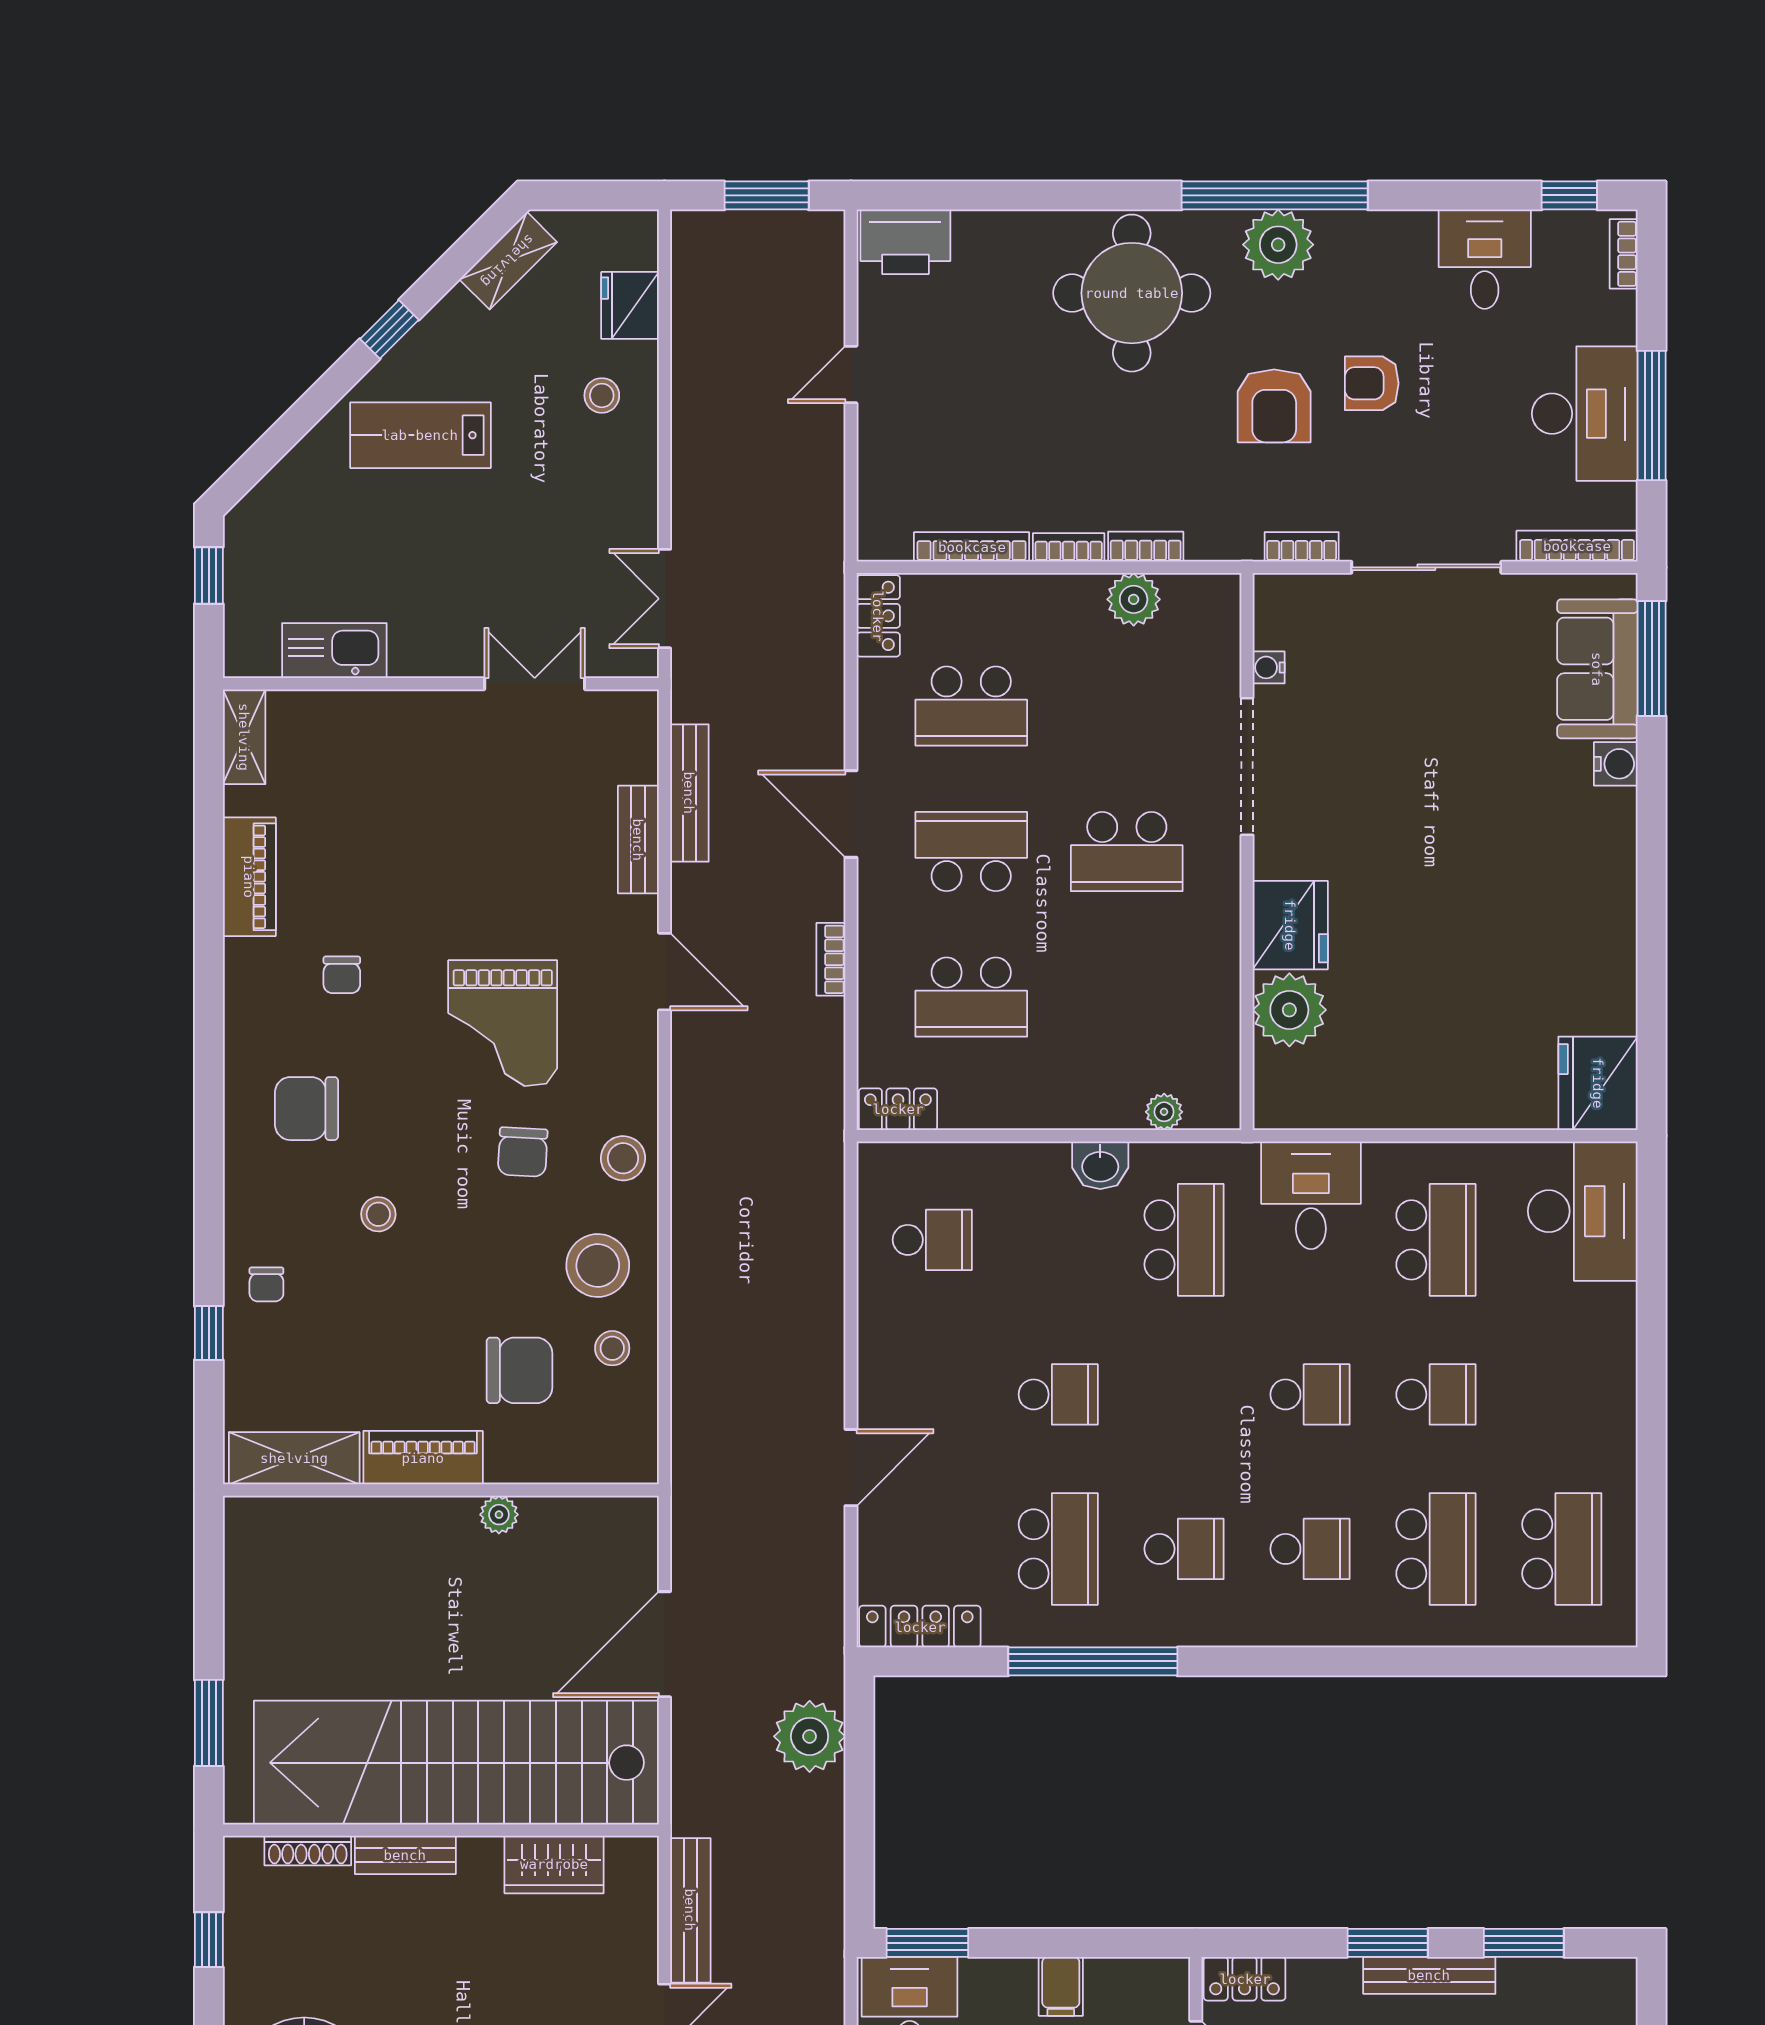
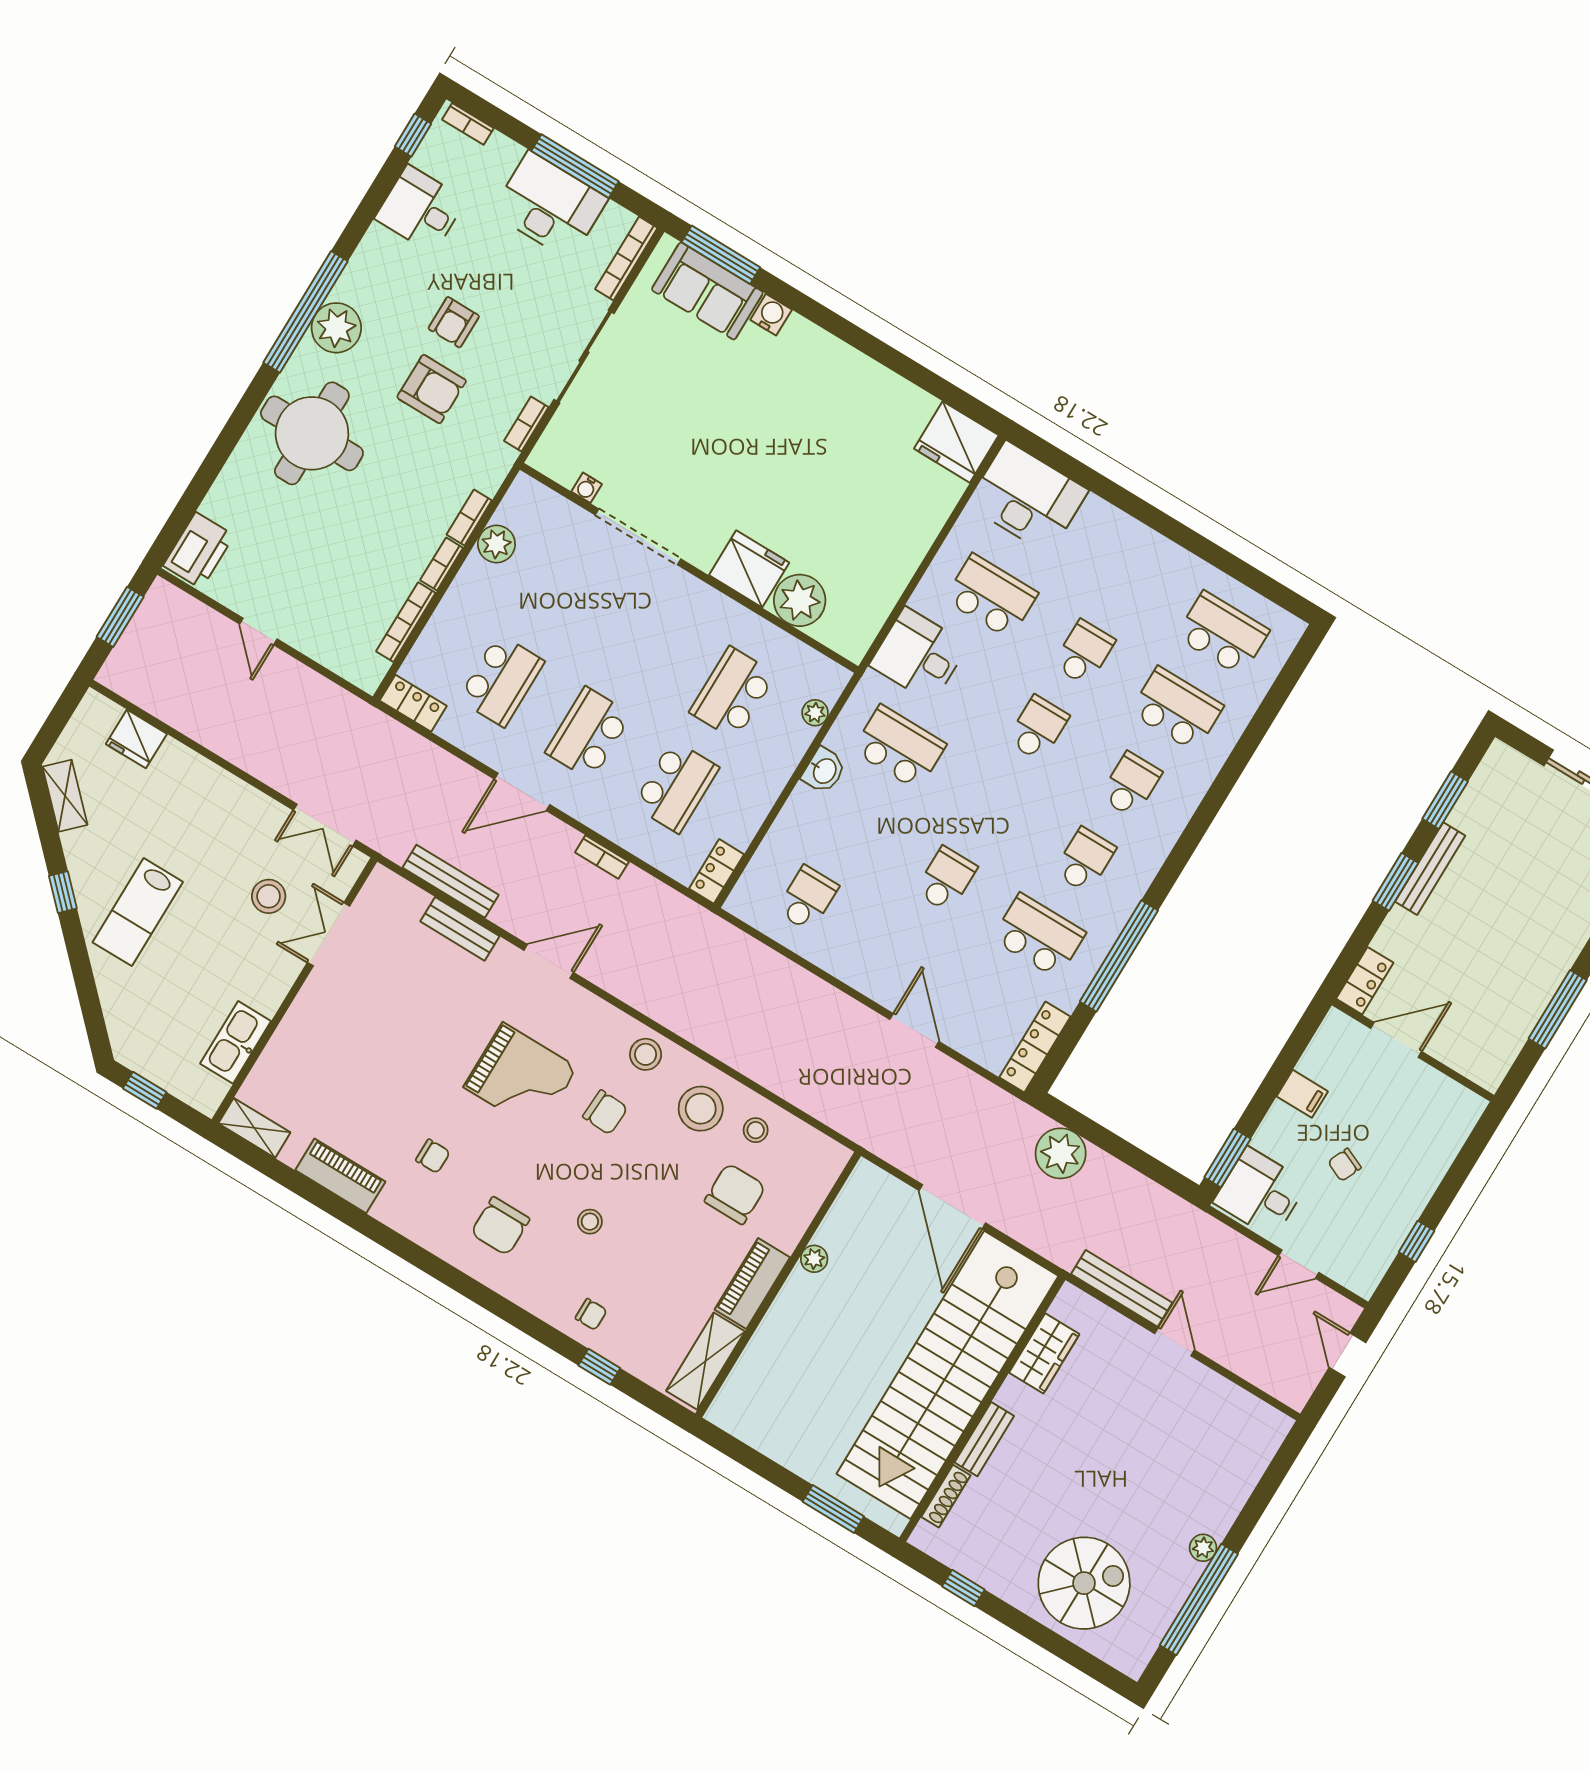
stool: (602, 395) -> (269, 896), moved, width x1.37, depth x1.37
school desk: (1127, 852) -> (733, 693), moved, turned 180

